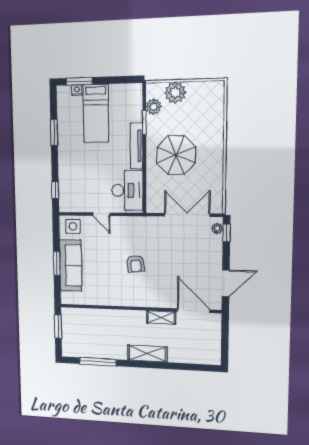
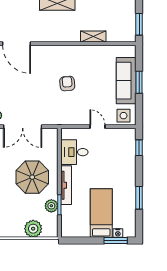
plant: (154, 107) -> (51, 206), moved
desk: (127, 190) -> (74, 152), width x0.73
shelving: (161, 317) -> (93, 37), moved

